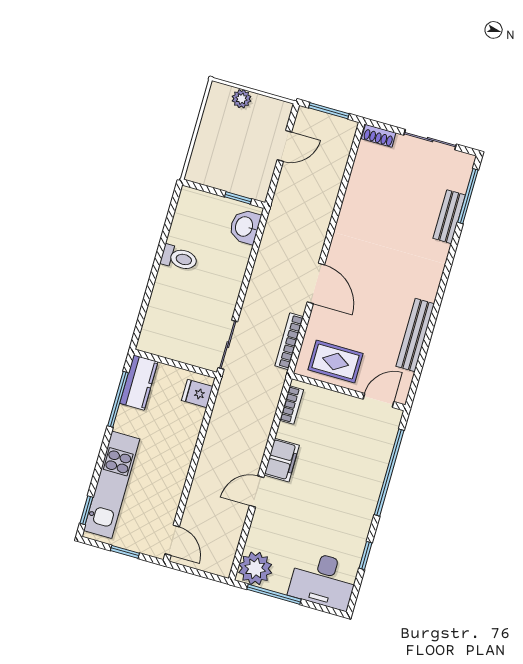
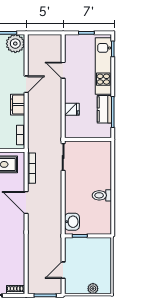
kitchen counter: (139, 382) -> (104, 109), moved
fridge: (197, 393) -> (72, 109), moved
door: (172, 540) -> (63, 70), moved

